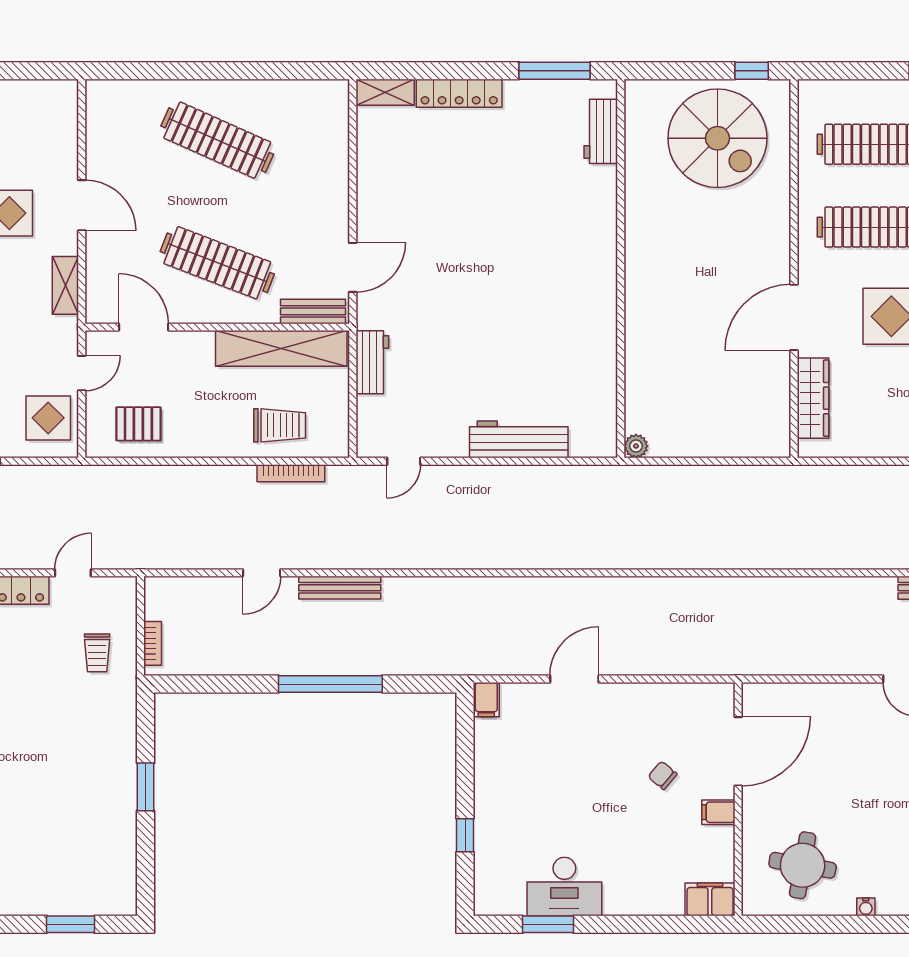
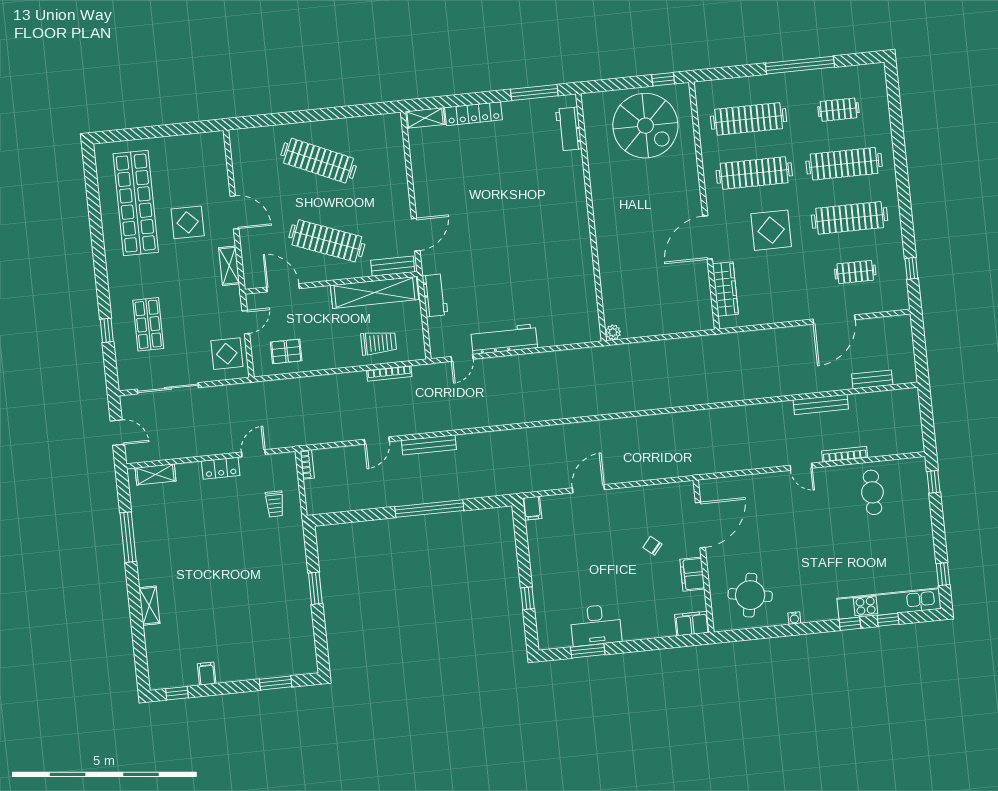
workbench: (519, 439) -> (504, 339), moved
bookcase: (153, 643) -> (307, 464), moved
filing cabinet: (718, 812) -> (692, 574), width x2.00

